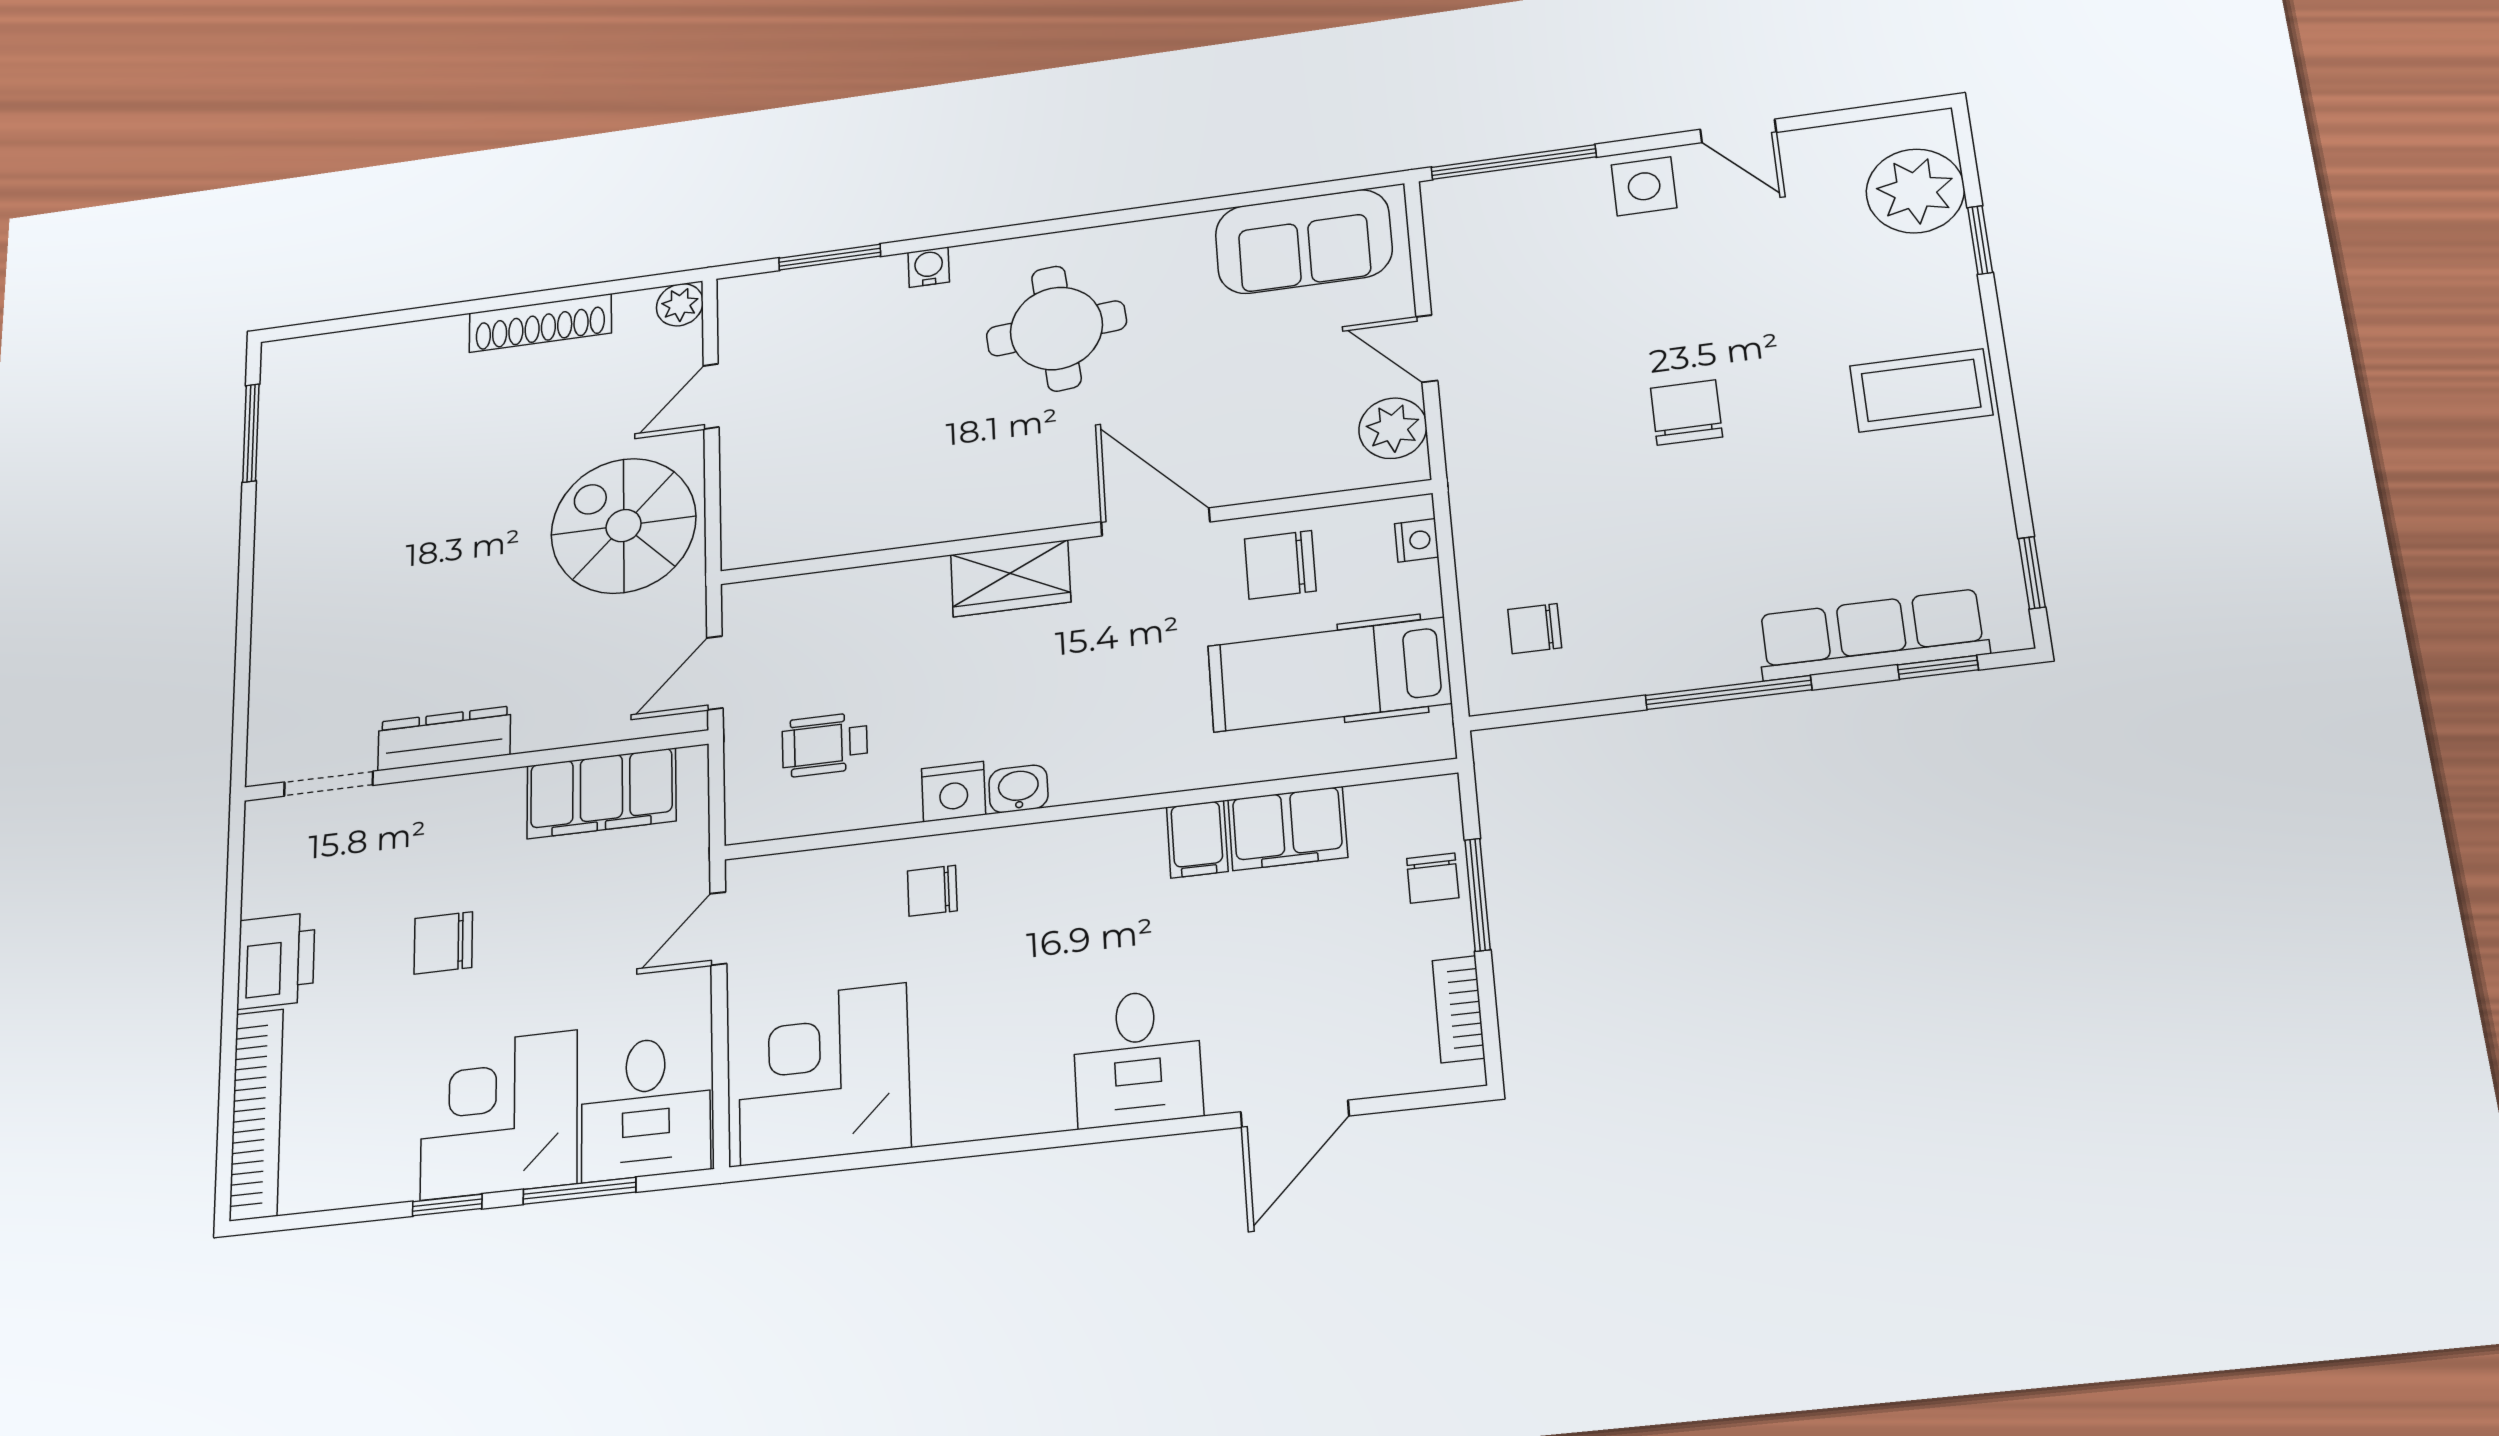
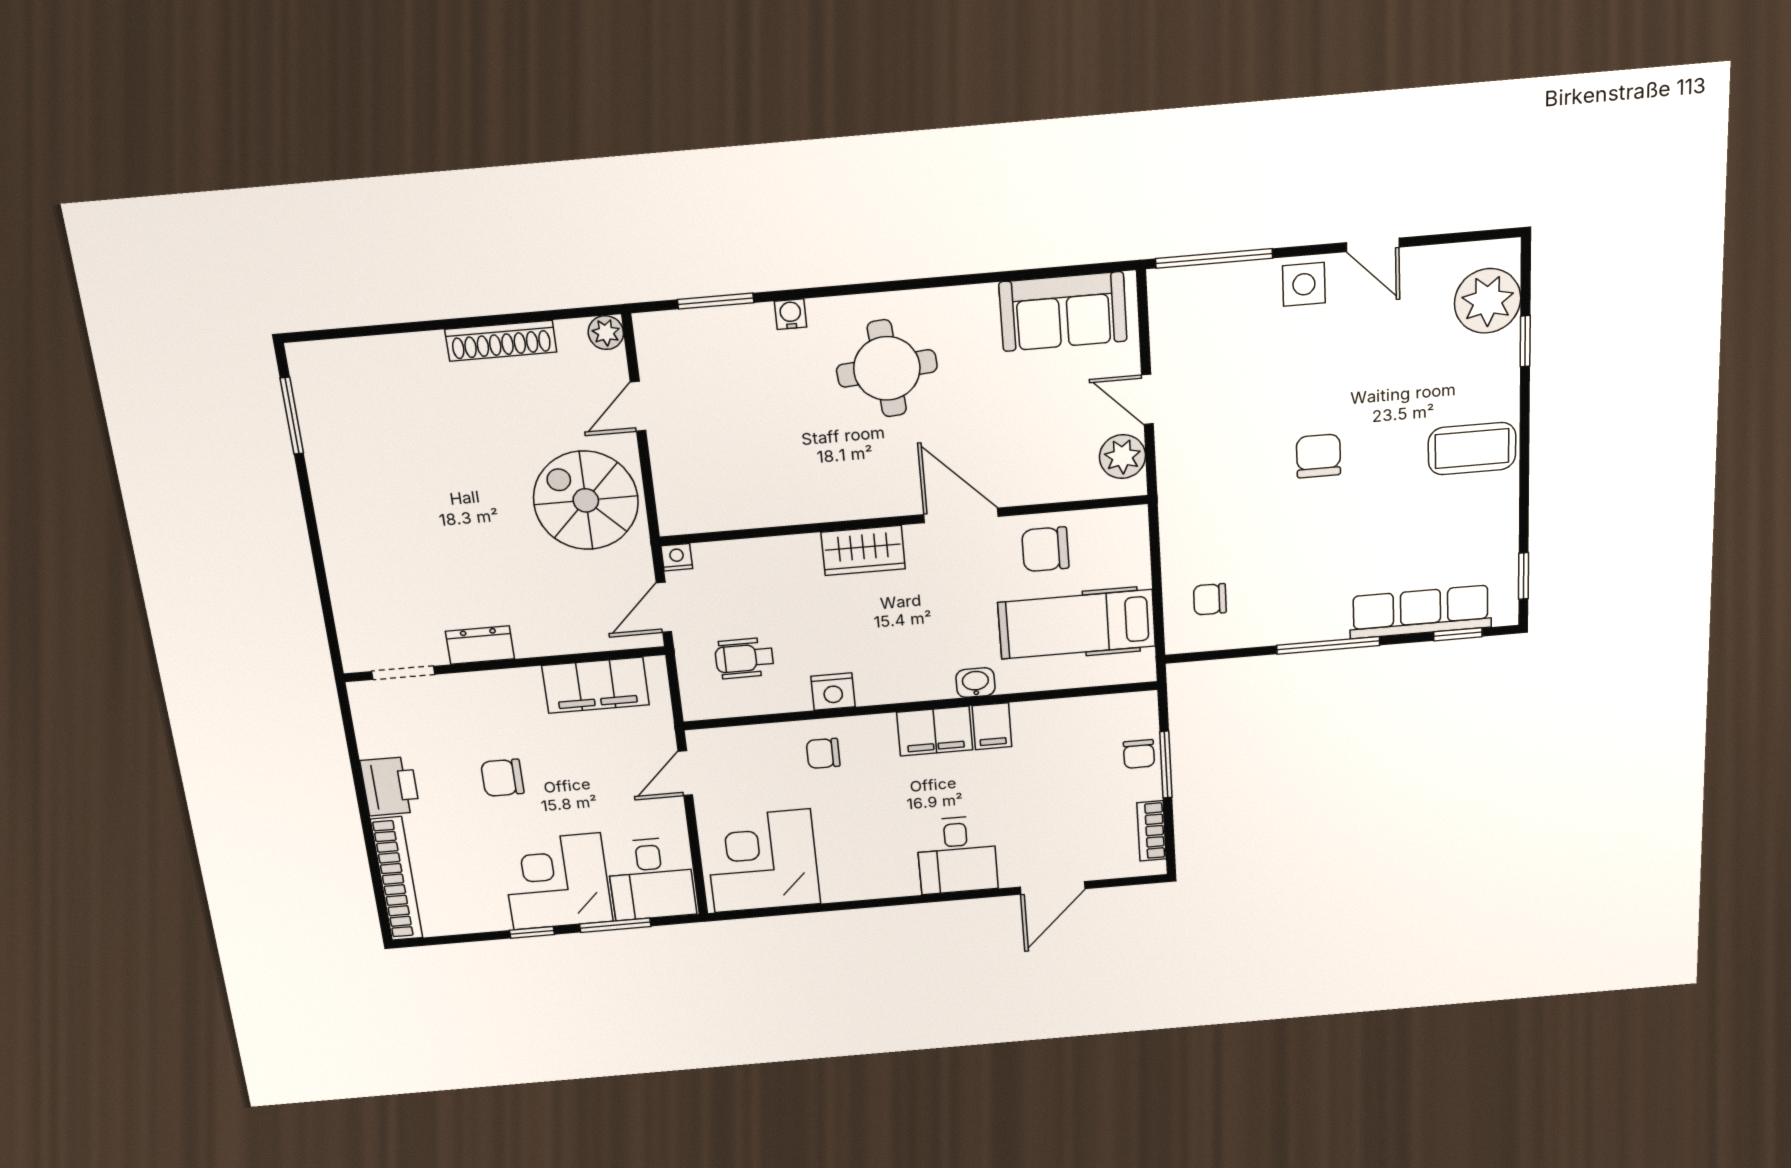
nightstand: (1417, 540) -> (677, 557), moved, turned -90
dresser: (444, 738) -> (480, 645), width x0.70
washbasin: (1018, 789) -> (976, 683), moved
filing cabinet: (1288, 829) -> (935, 731), moved

